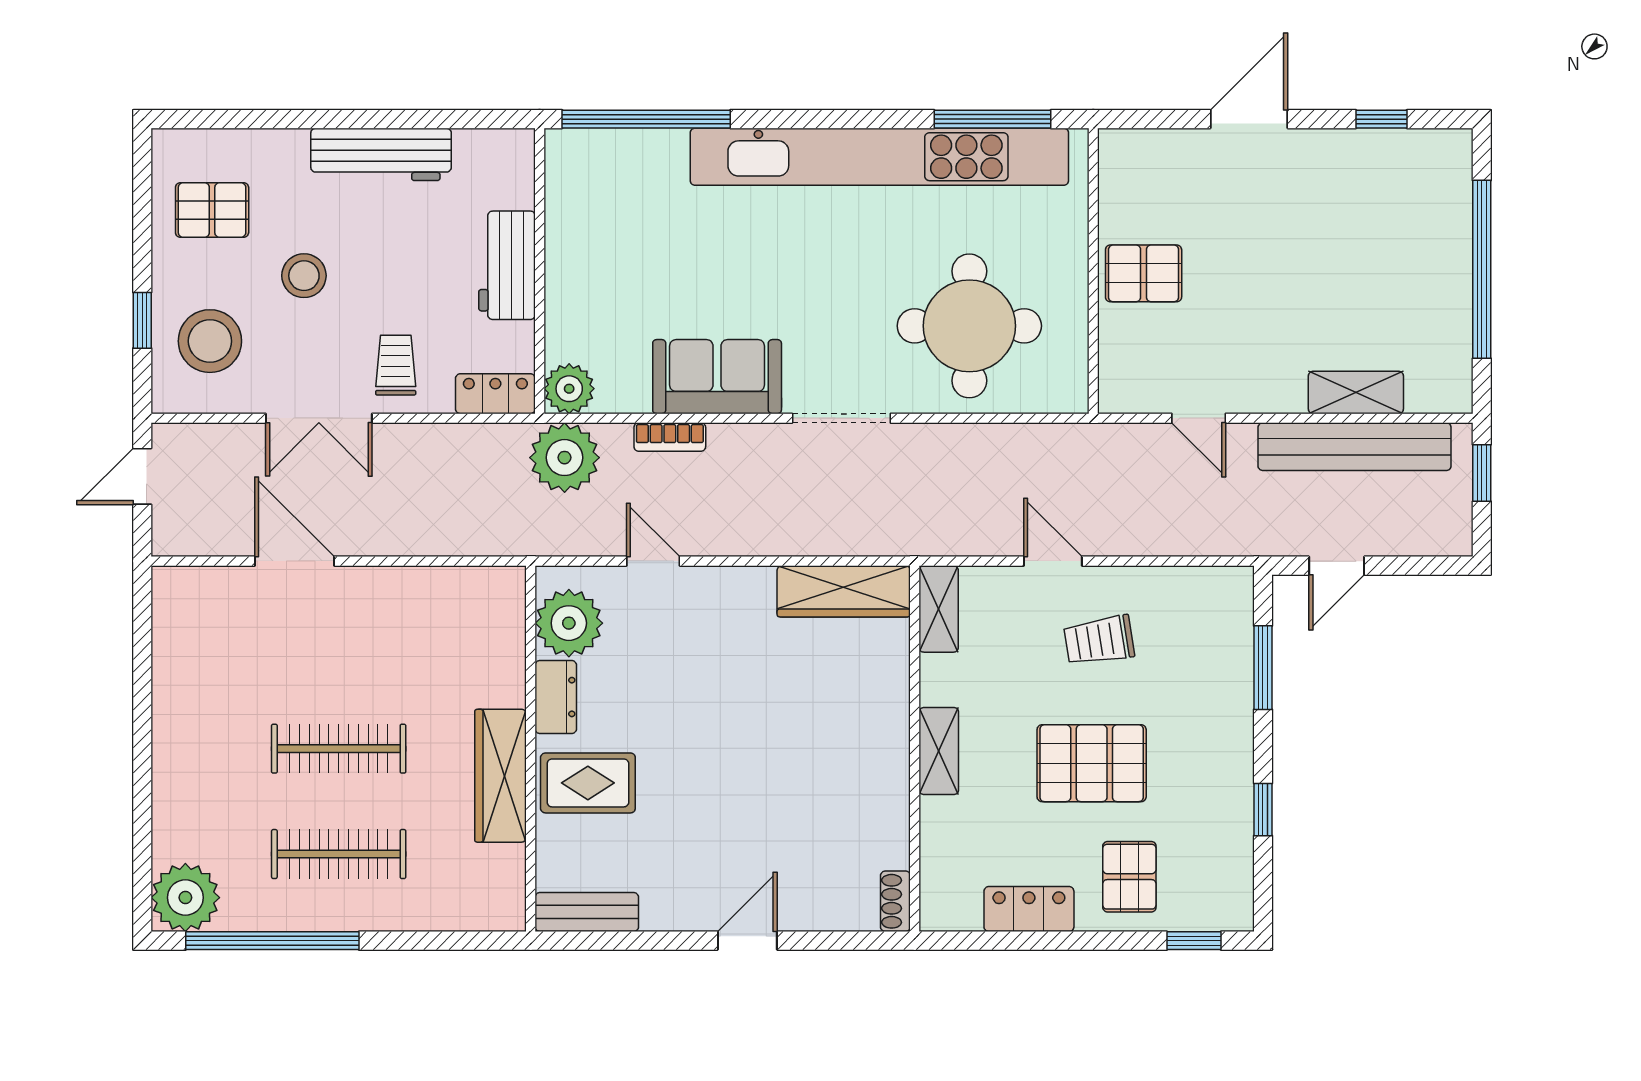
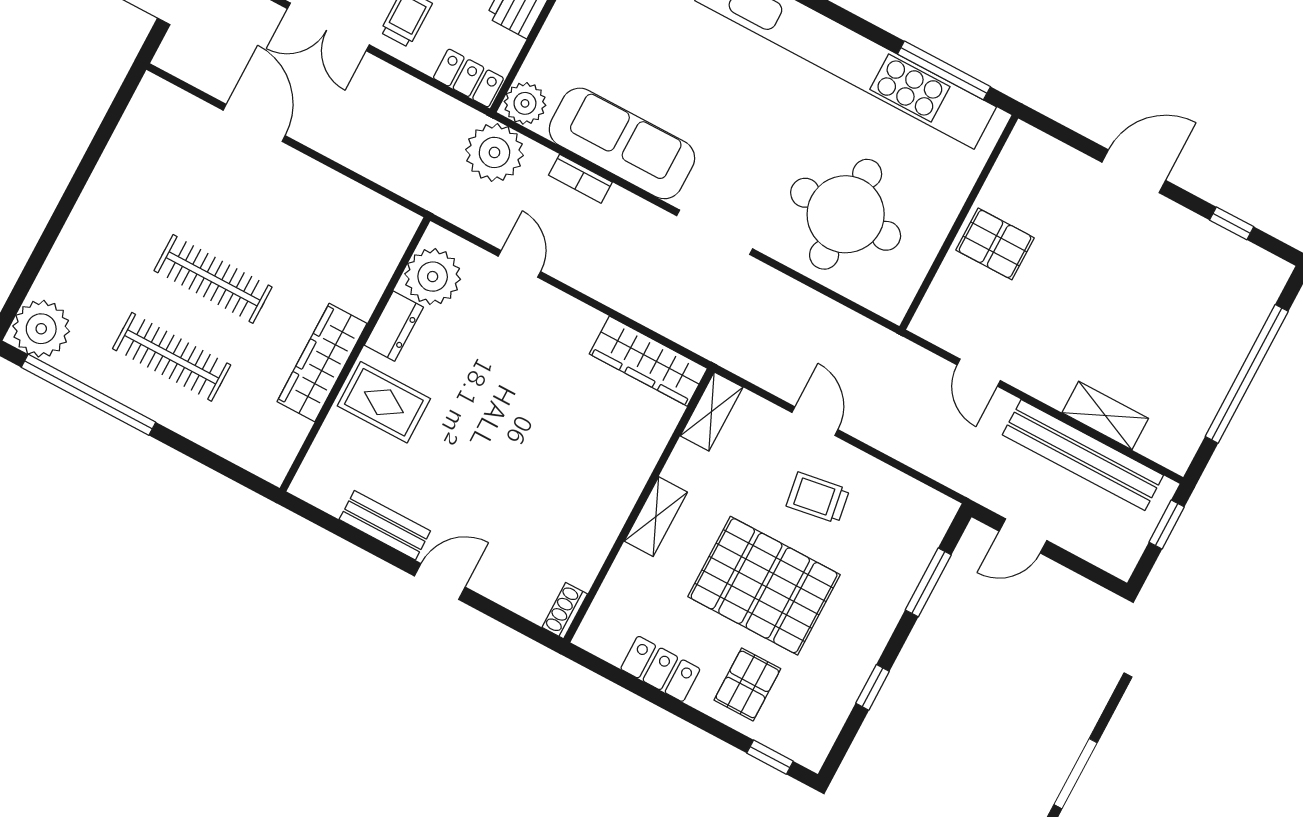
sofa: (717, 377) -> (622, 143), width x1.36
pallet: (1092, 763) -> (764, 586), width x1.37, depth x1.41
bench: (587, 912) -> (385, 525), moved

